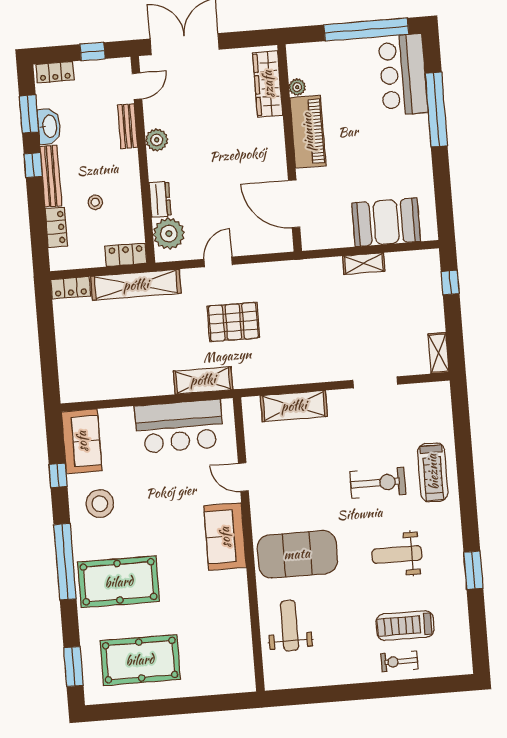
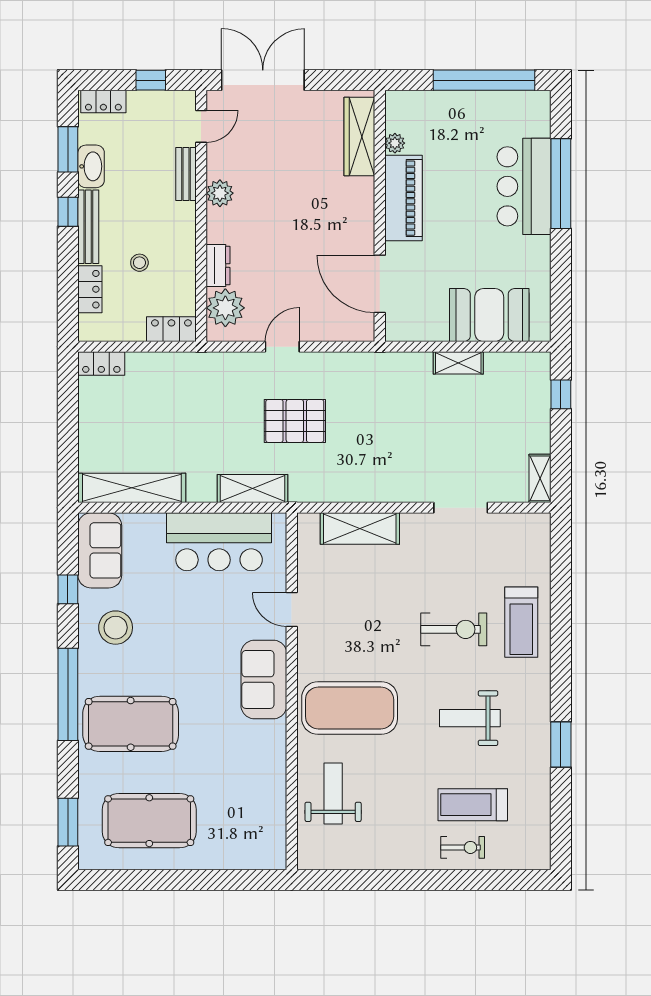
bar counter: (403, 75) -> (524, 186), moved
shelving: (136, 285) -> (132, 488), moved
exercise bike: (399, 661) -> (463, 847), turned 180

